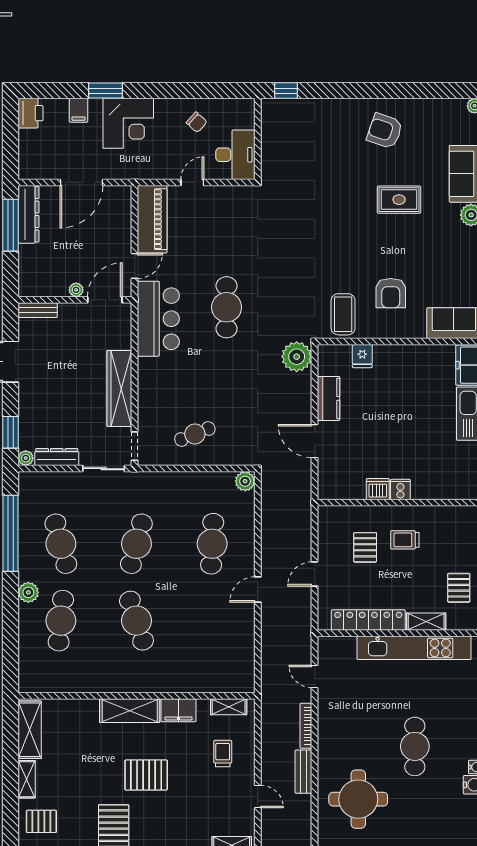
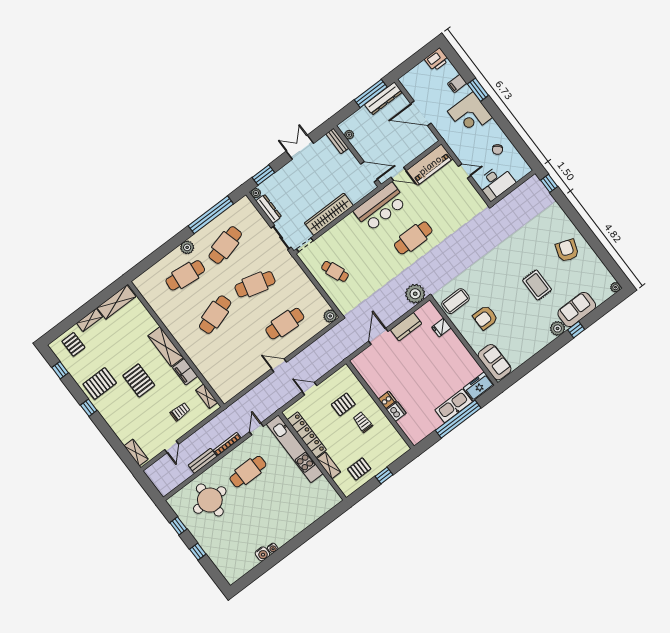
plant: (76, 290) -> (349, 135), moved
dishwasher: (378, 489) -> (396, 412), moved
kitchen unit: (414, 648) -> (295, 449), moved
cafe table: (415, 746) -> (248, 472), moved

